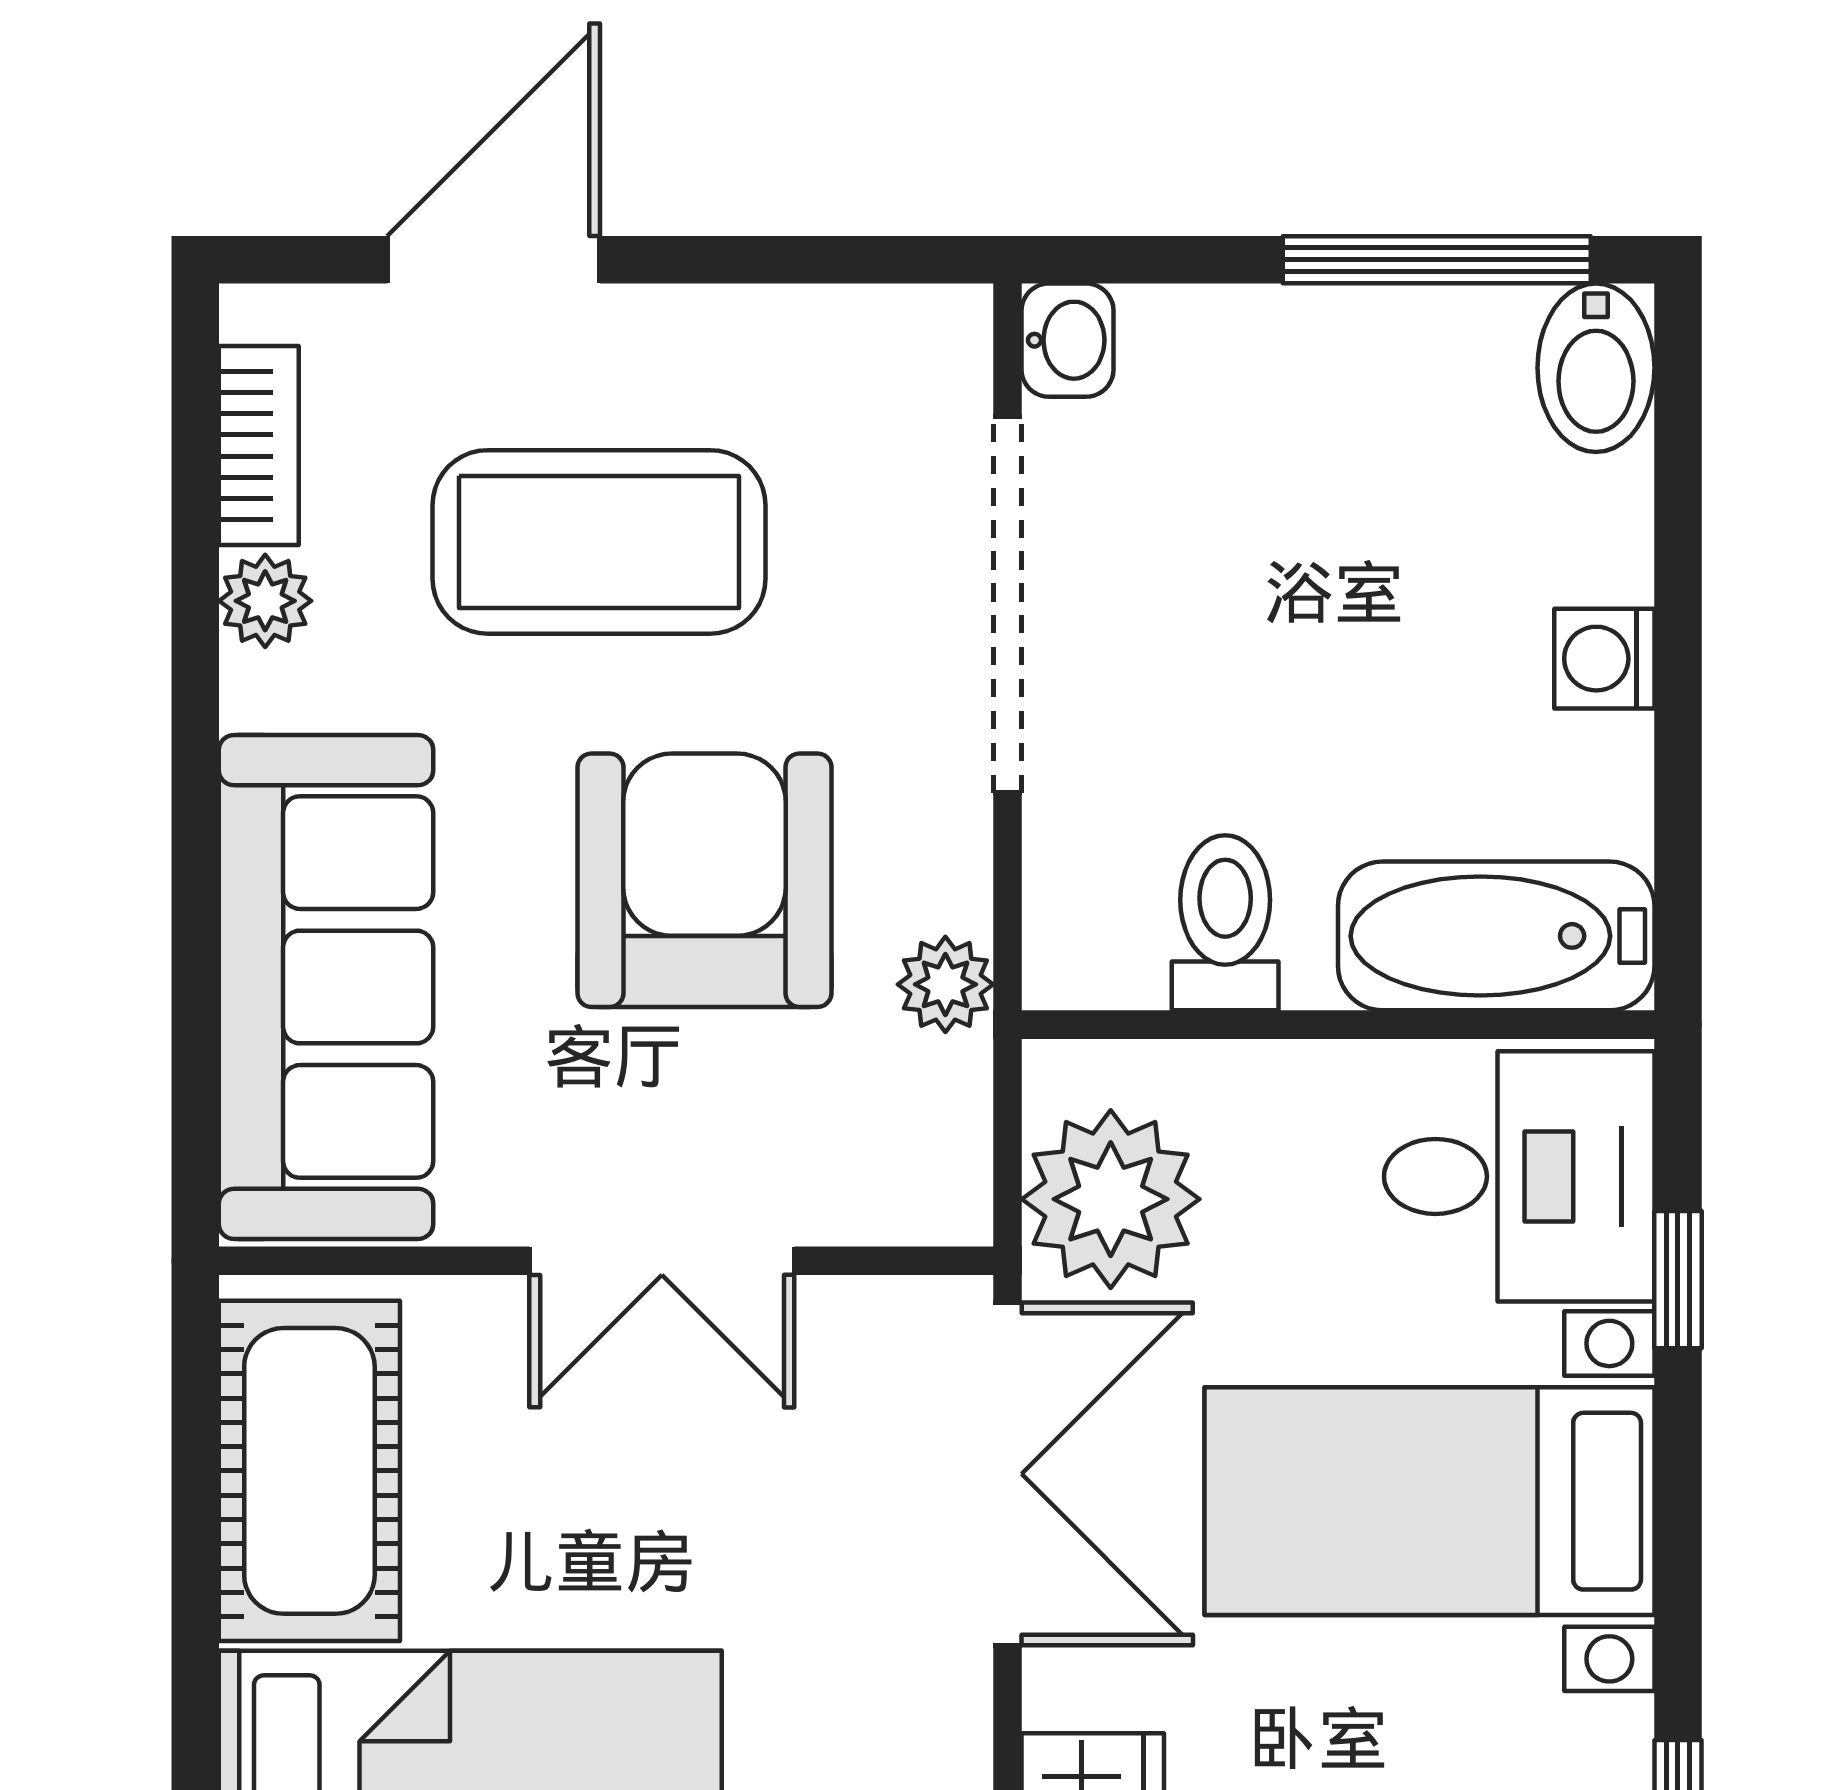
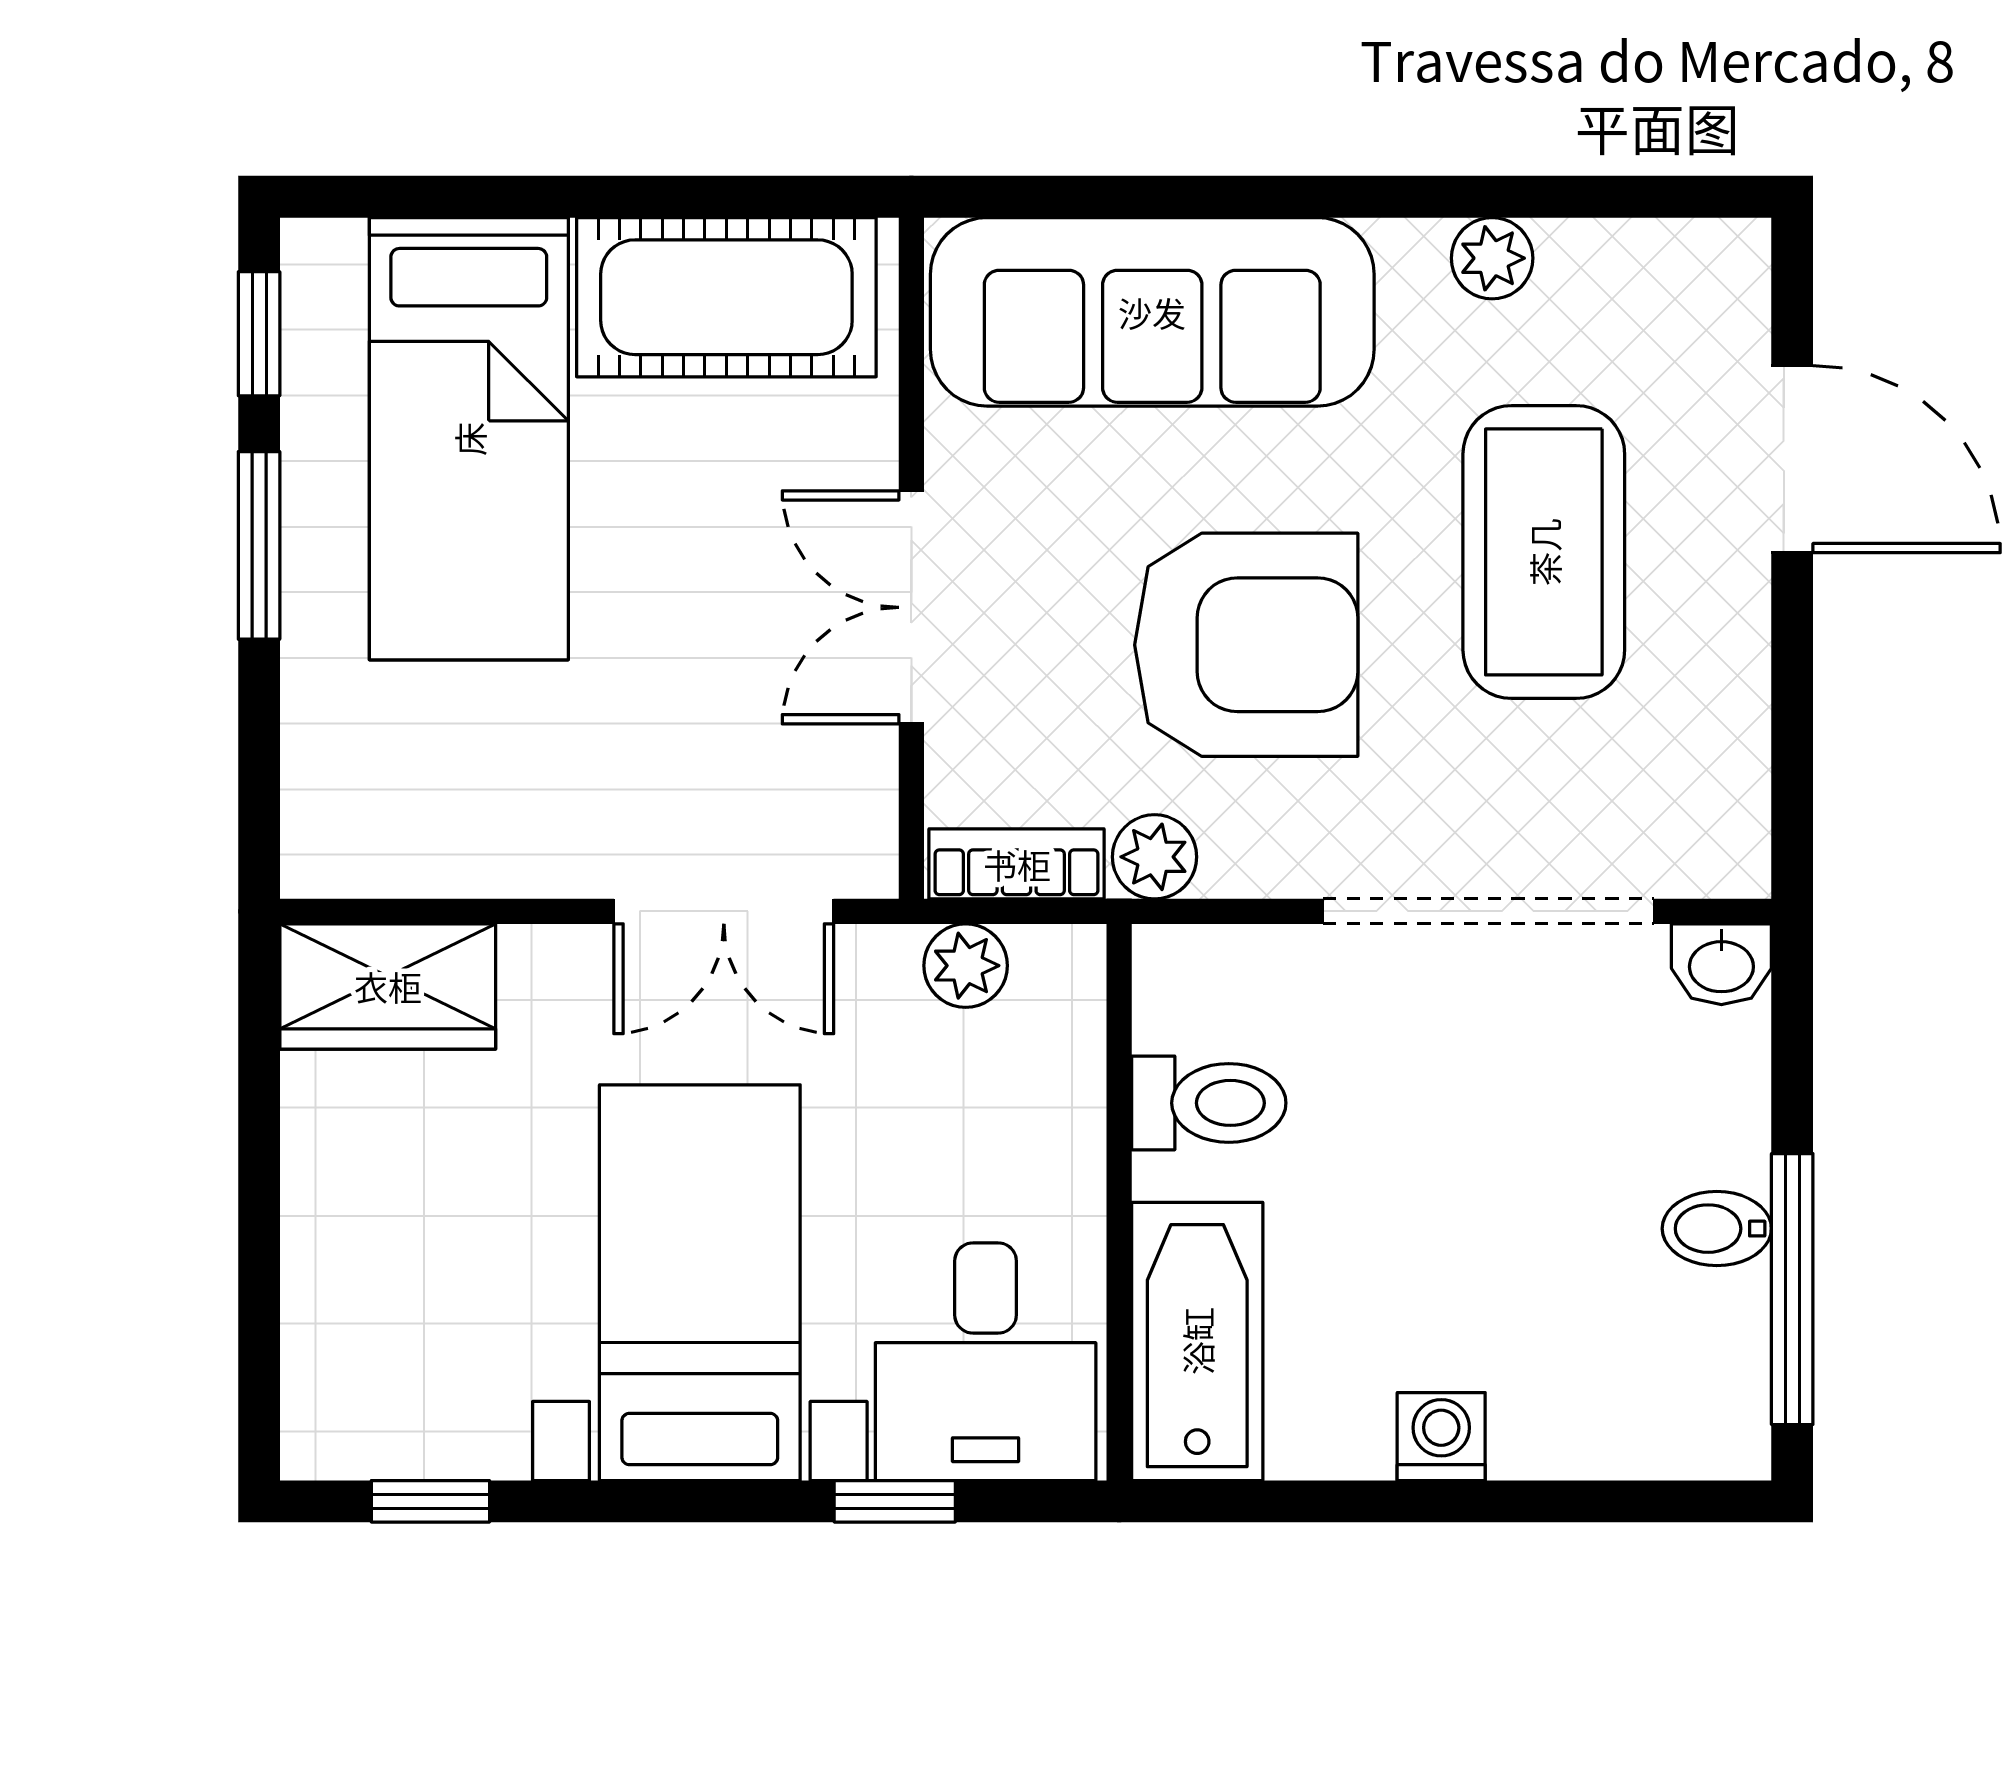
bidet: (1596, 368) -> (1717, 1229), moved, width x0.72, depth x0.74
bookcase: (259, 446) -> (1017, 864), moved, turned 180
plant: (1111, 1199) -> (966, 966), width x0.53, depth x0.53
double door: (1007, 1474) -> (724, 911), width x0.73

